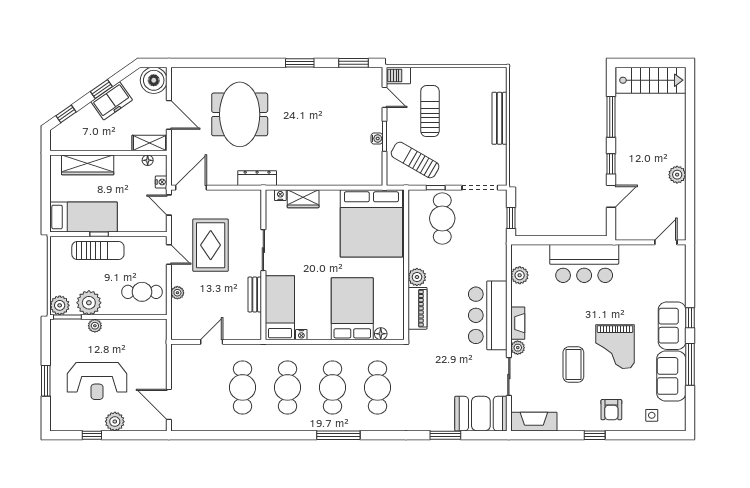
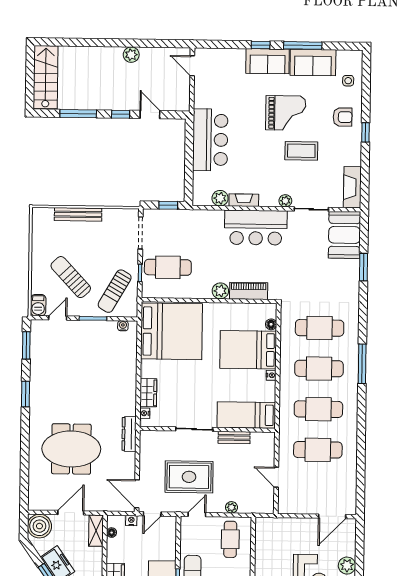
sun lounger: (430, 111) -> (71, 277), turned 47
water cooler: (377, 138) -> (123, 326), moved
fireplace: (518, 323) -> (244, 200), moved
nightstand: (301, 335) -> (271, 375), moved

